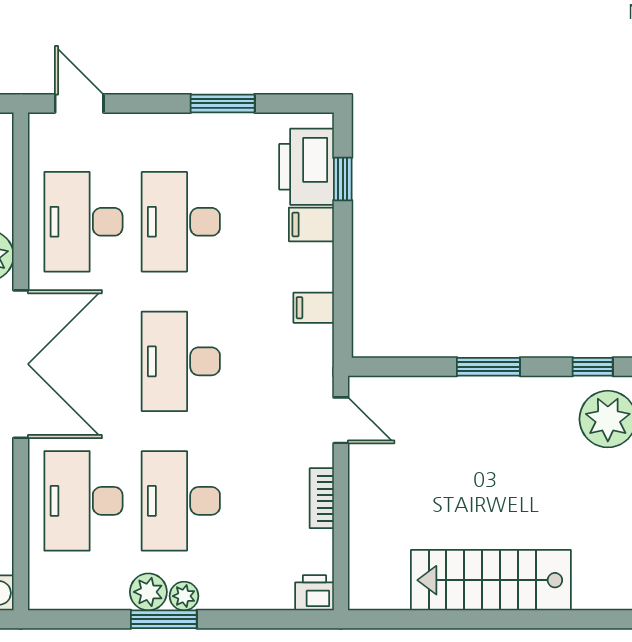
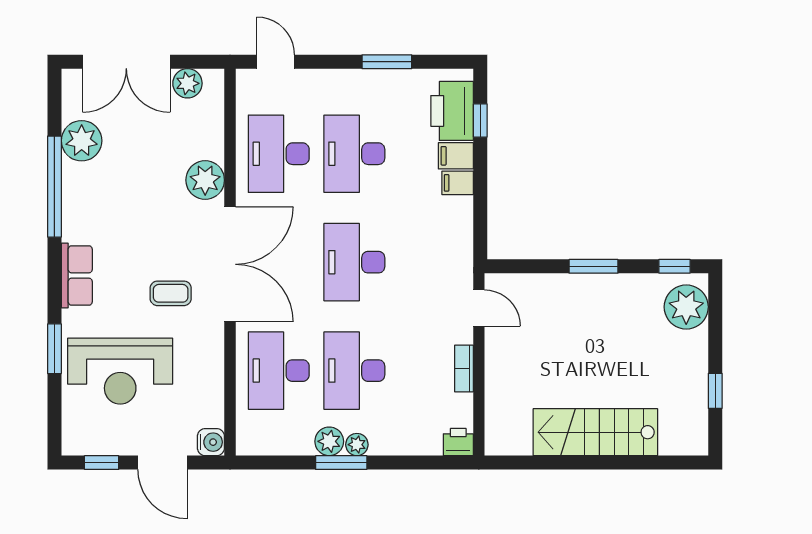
filing cabinet: (314, 308) -> (458, 183), moved

